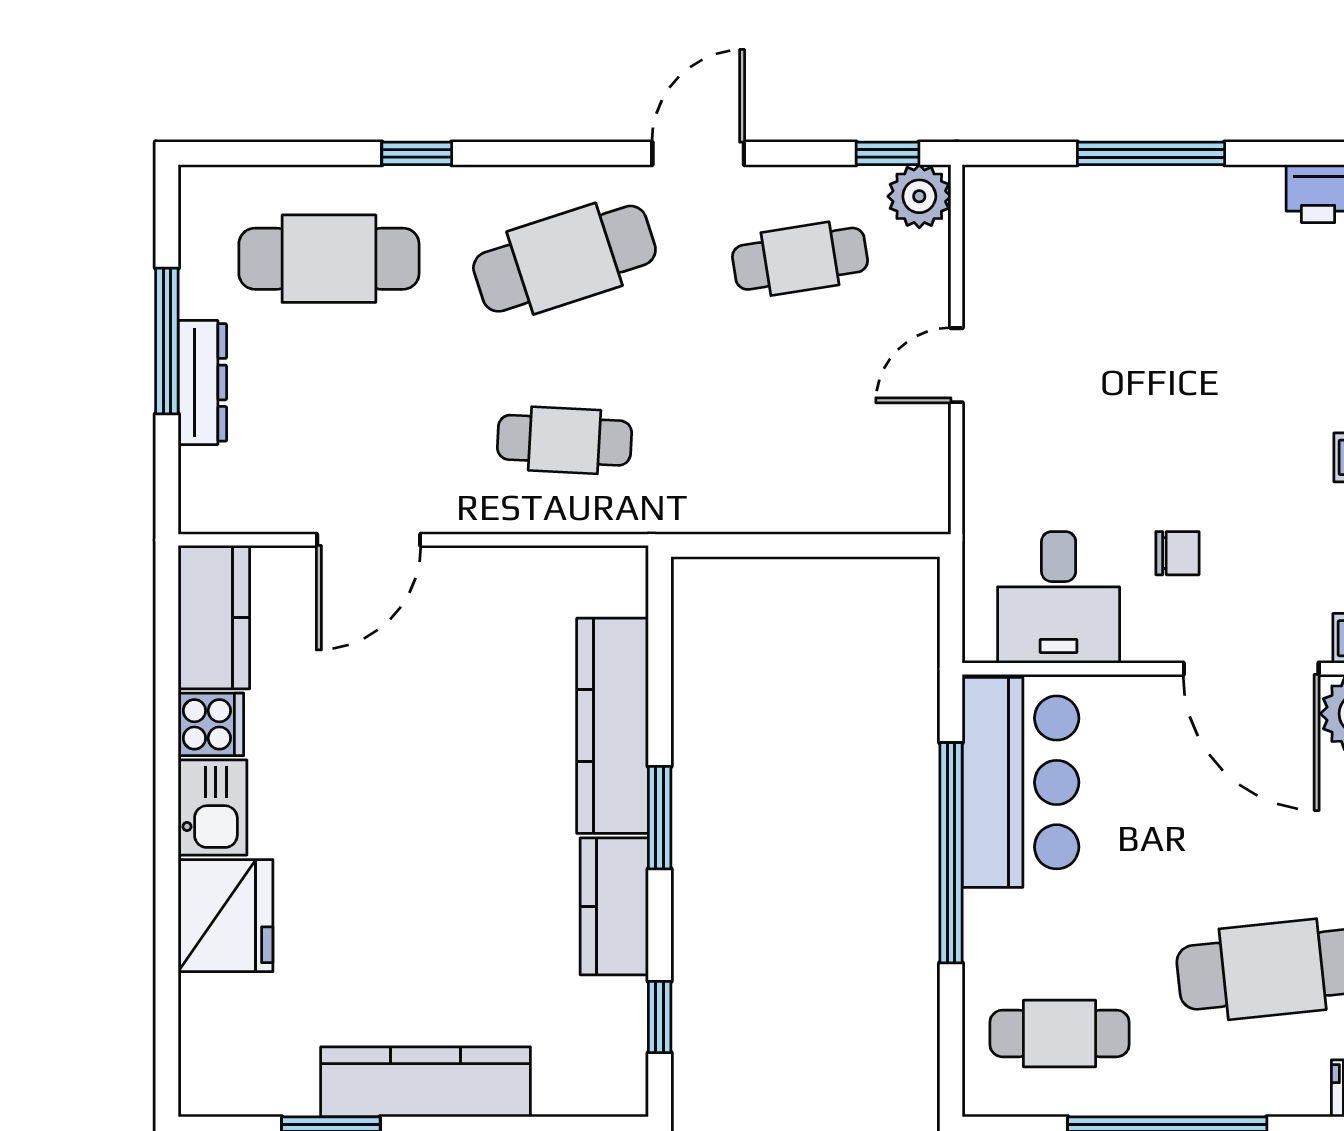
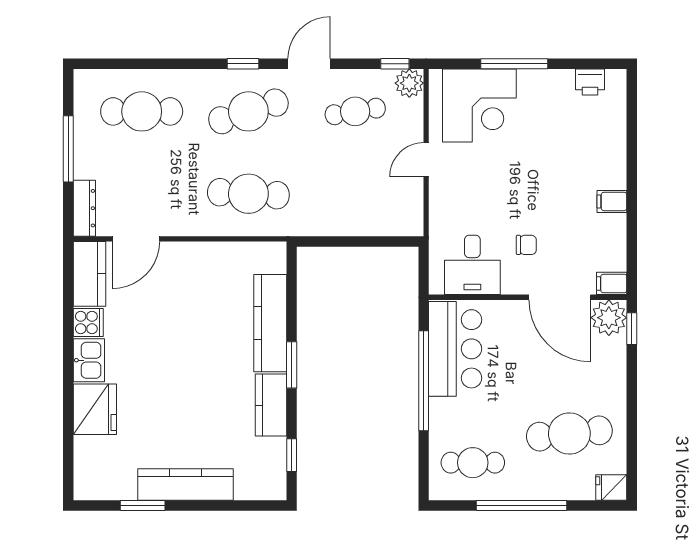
window: (417, 153) -> (243, 64), moved
corner desk: (1074, 246) -> (479, 106), added
dresser: (202, 382) -> (84, 208), moved
cafe table: (564, 440) -> (248, 194), width x1.37, depth x1.35
door: (369, 540) -> (136, 239), moved

